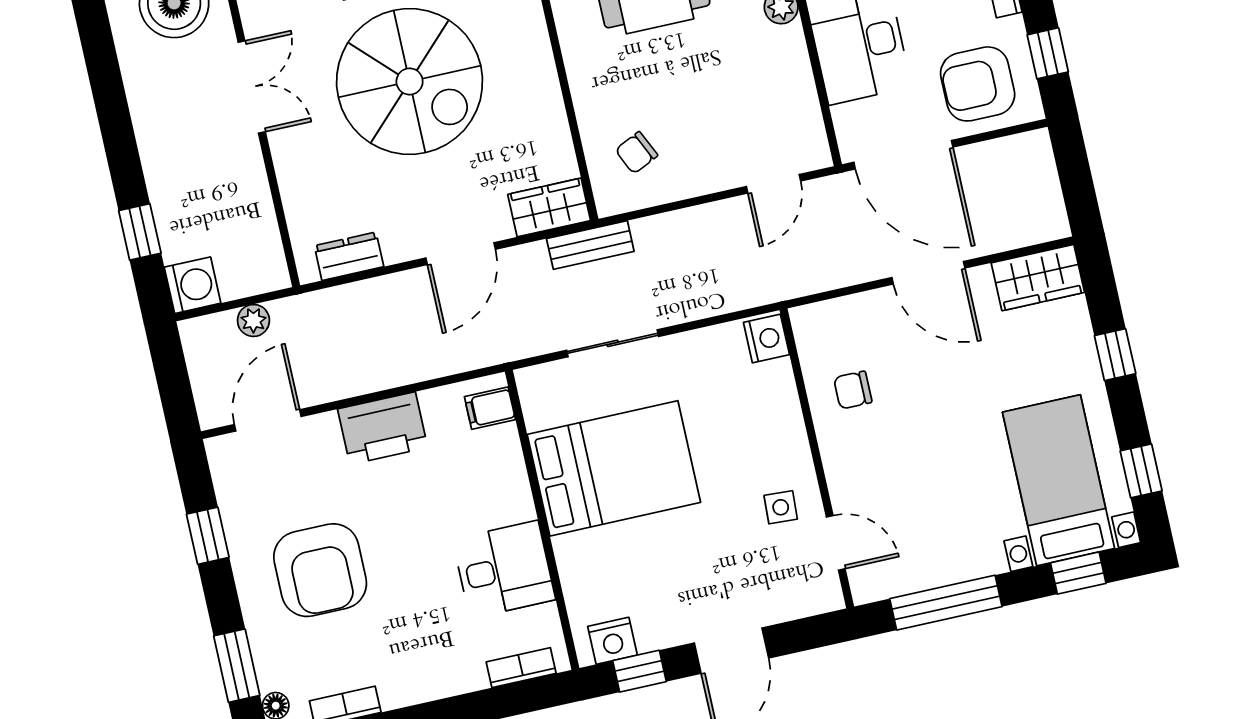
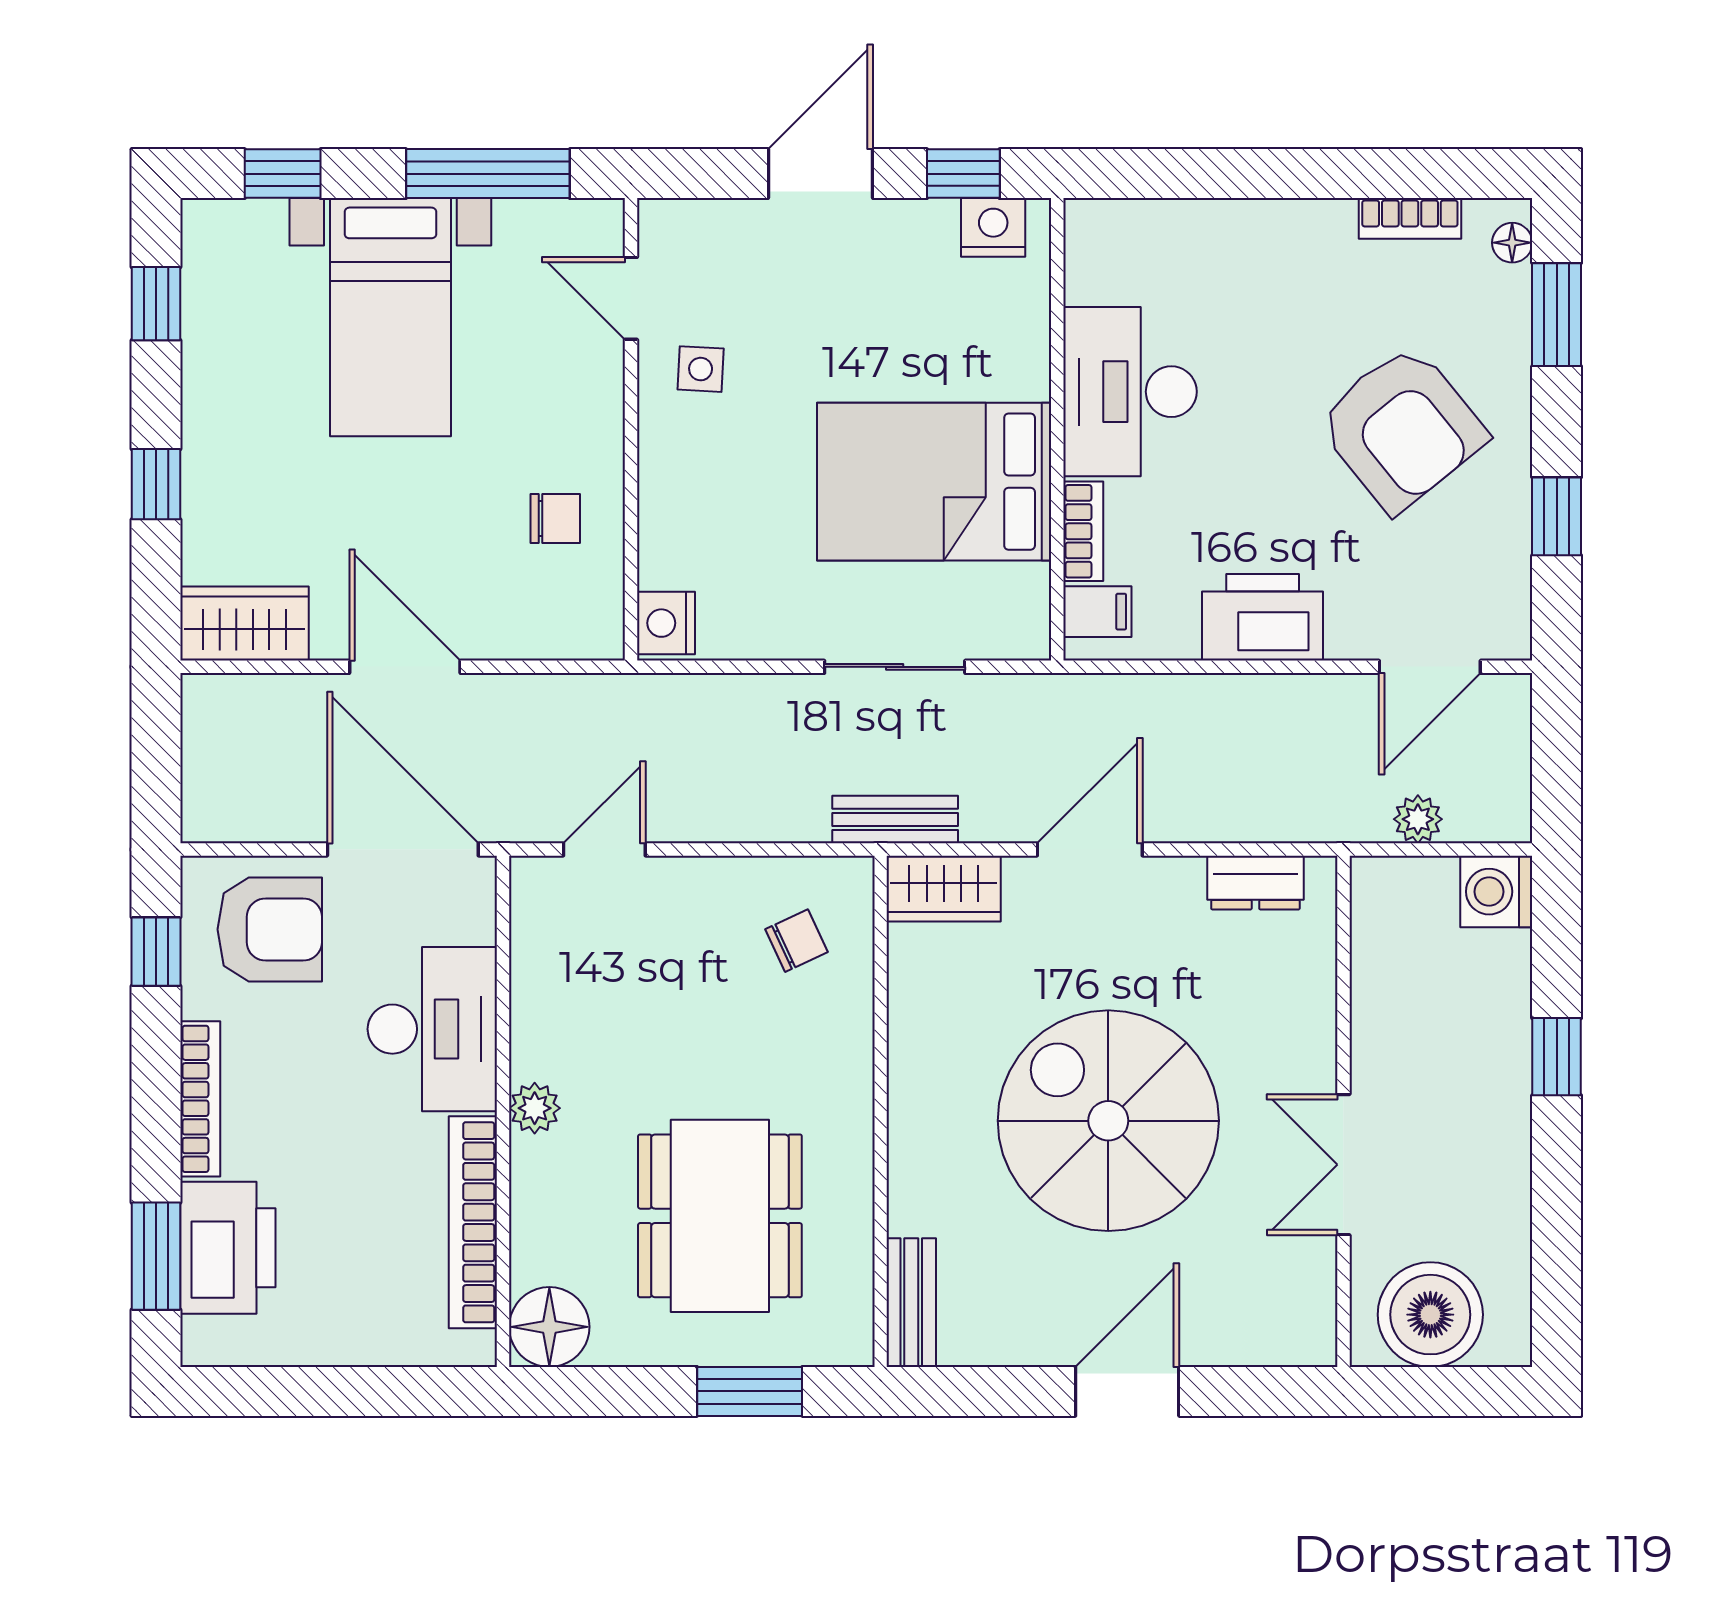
window: (140, 232) -> (1557, 1057), moved
bed with nightstands: (1059, 480) -> (390, 317), moved
desk: (504, 569) -> (1130, 392), width x1.37
armchair: (320, 570) -> (1402, 428), turned 141
bookcase: (521, 668) -> (1083, 531), moved, turned -90

